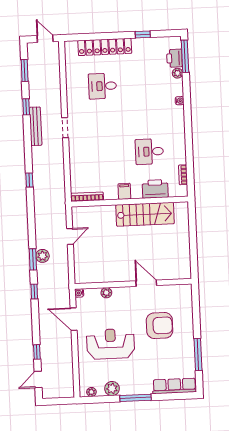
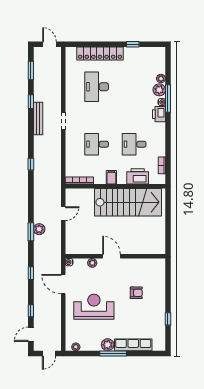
window: (185, 56) -> (168, 99), moved
printer: (174, 58) -> (159, 114), moved
desk: (102, 86) -> (97, 87), width x1.37
plant: (176, 86) -> (159, 90), added
desk: (105, 153) -> (97, 144), added
stairs: (145, 214) -> (128, 202), width x1.36, depth x1.51
door: (146, 283) -> (112, 256), moved
window: (34, 292) -> (31, 273), moved
armchair: (160, 326) -> (136, 293), width x0.53, depth x0.53
window: (198, 354) -> (168, 319), width x0.46
row of seats: (174, 386) -> (133, 345), moved
plant: (112, 389) -> (108, 345), moved
door: (60, 401) -> (49, 354), added

